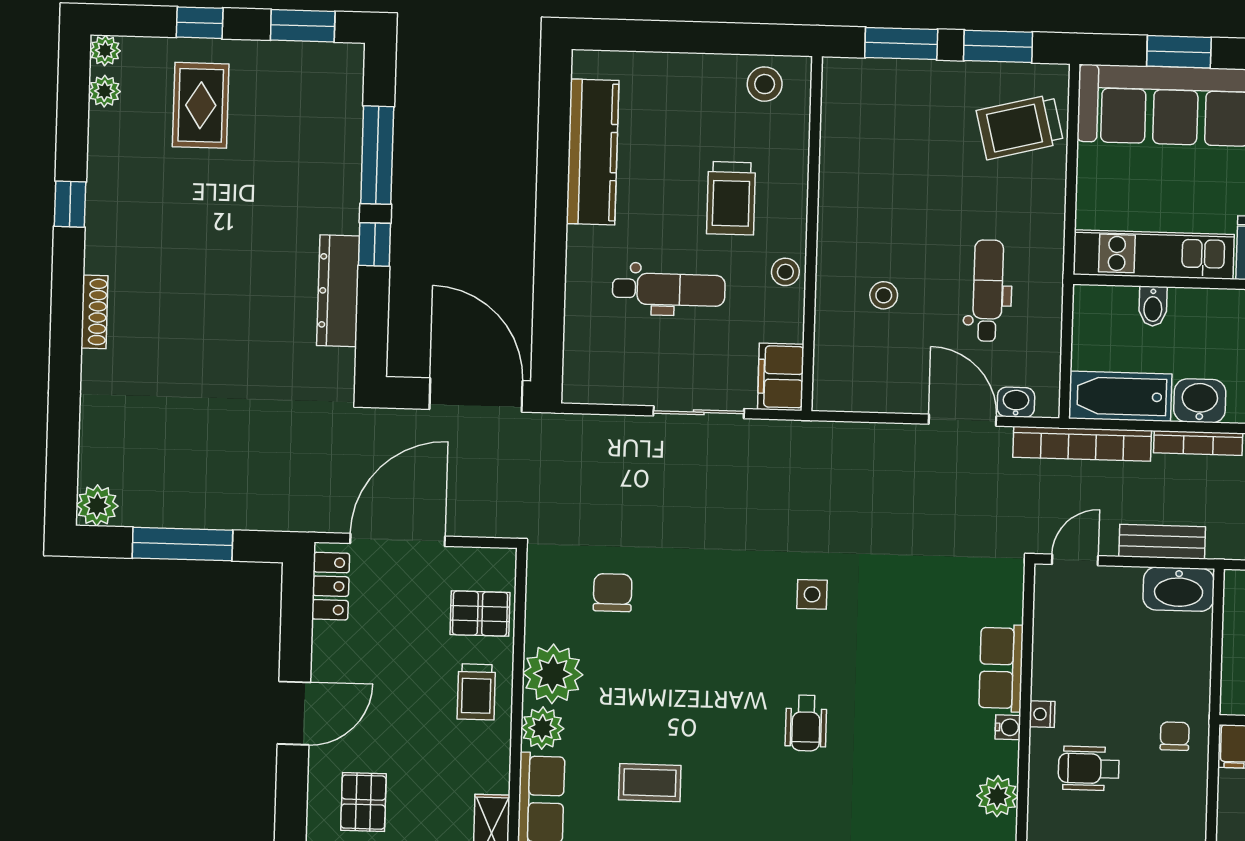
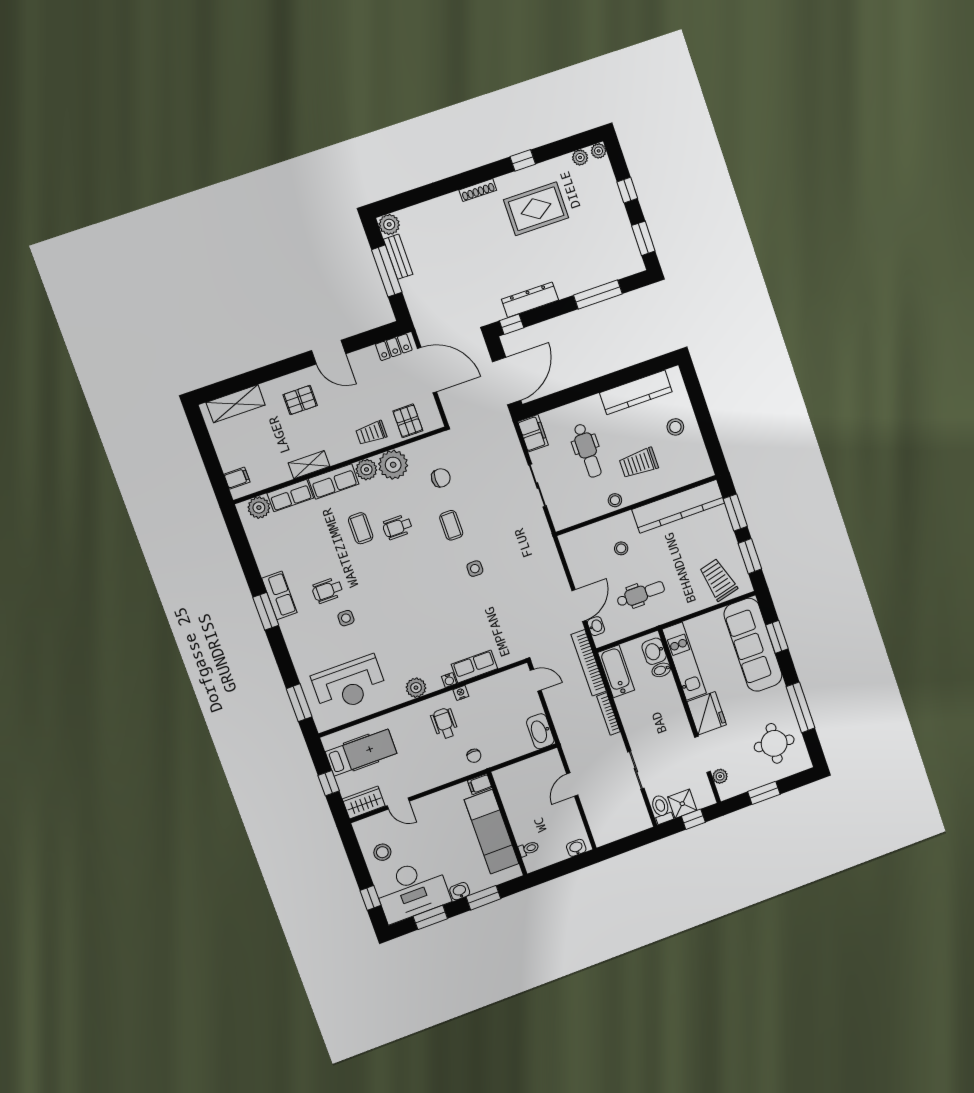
stool: (765, 84) -> (675, 427), moved
rug: (201, 105) -> (536, 209), moved, width x1.36, depth x1.43
kitchen counter: (845, 152) -> (678, 506), added
window: (375, 244) -> (512, 324), moved
filing cabinet: (781, 377) -> (533, 433), moved, turned 90
washbasin: (1200, 401) -> (654, 651), moved, turned 180
bench: (1162, 542) -> (398, 257), moved
coffee table: (711, 608) -> (451, 525), added
wheelchair: (806, 723) -> (397, 527), moved
chair: (1175, 736) -> (474, 756), turned 90

